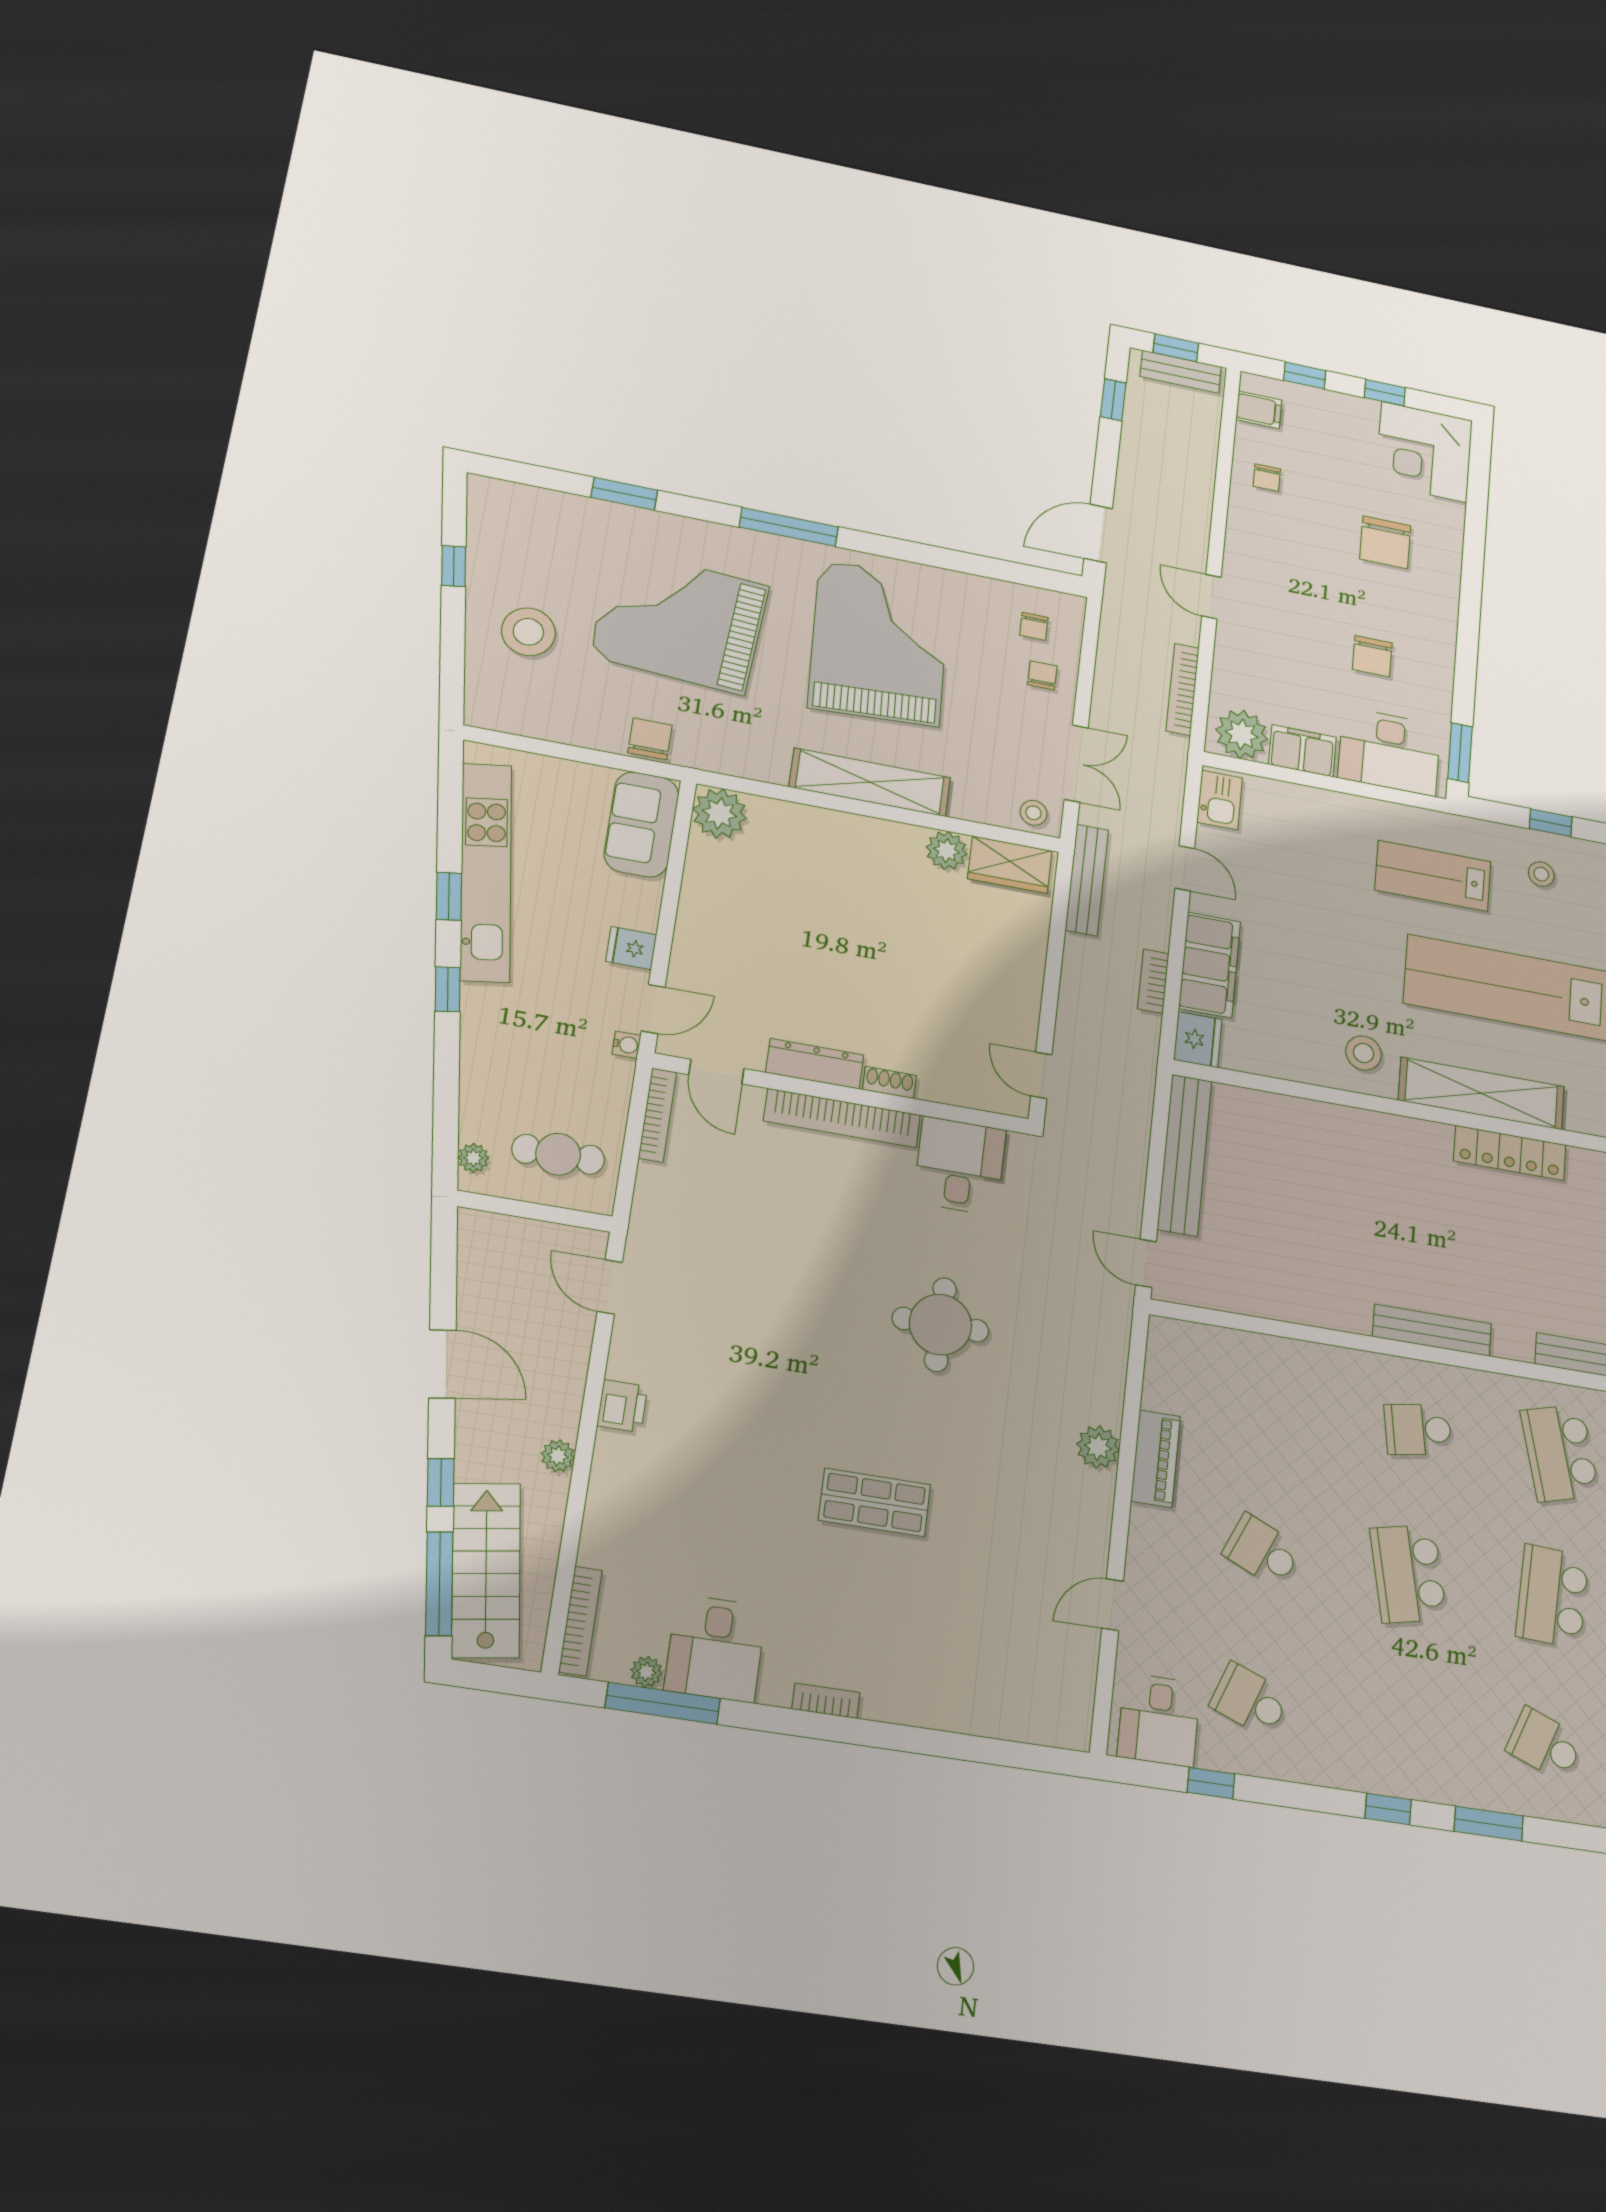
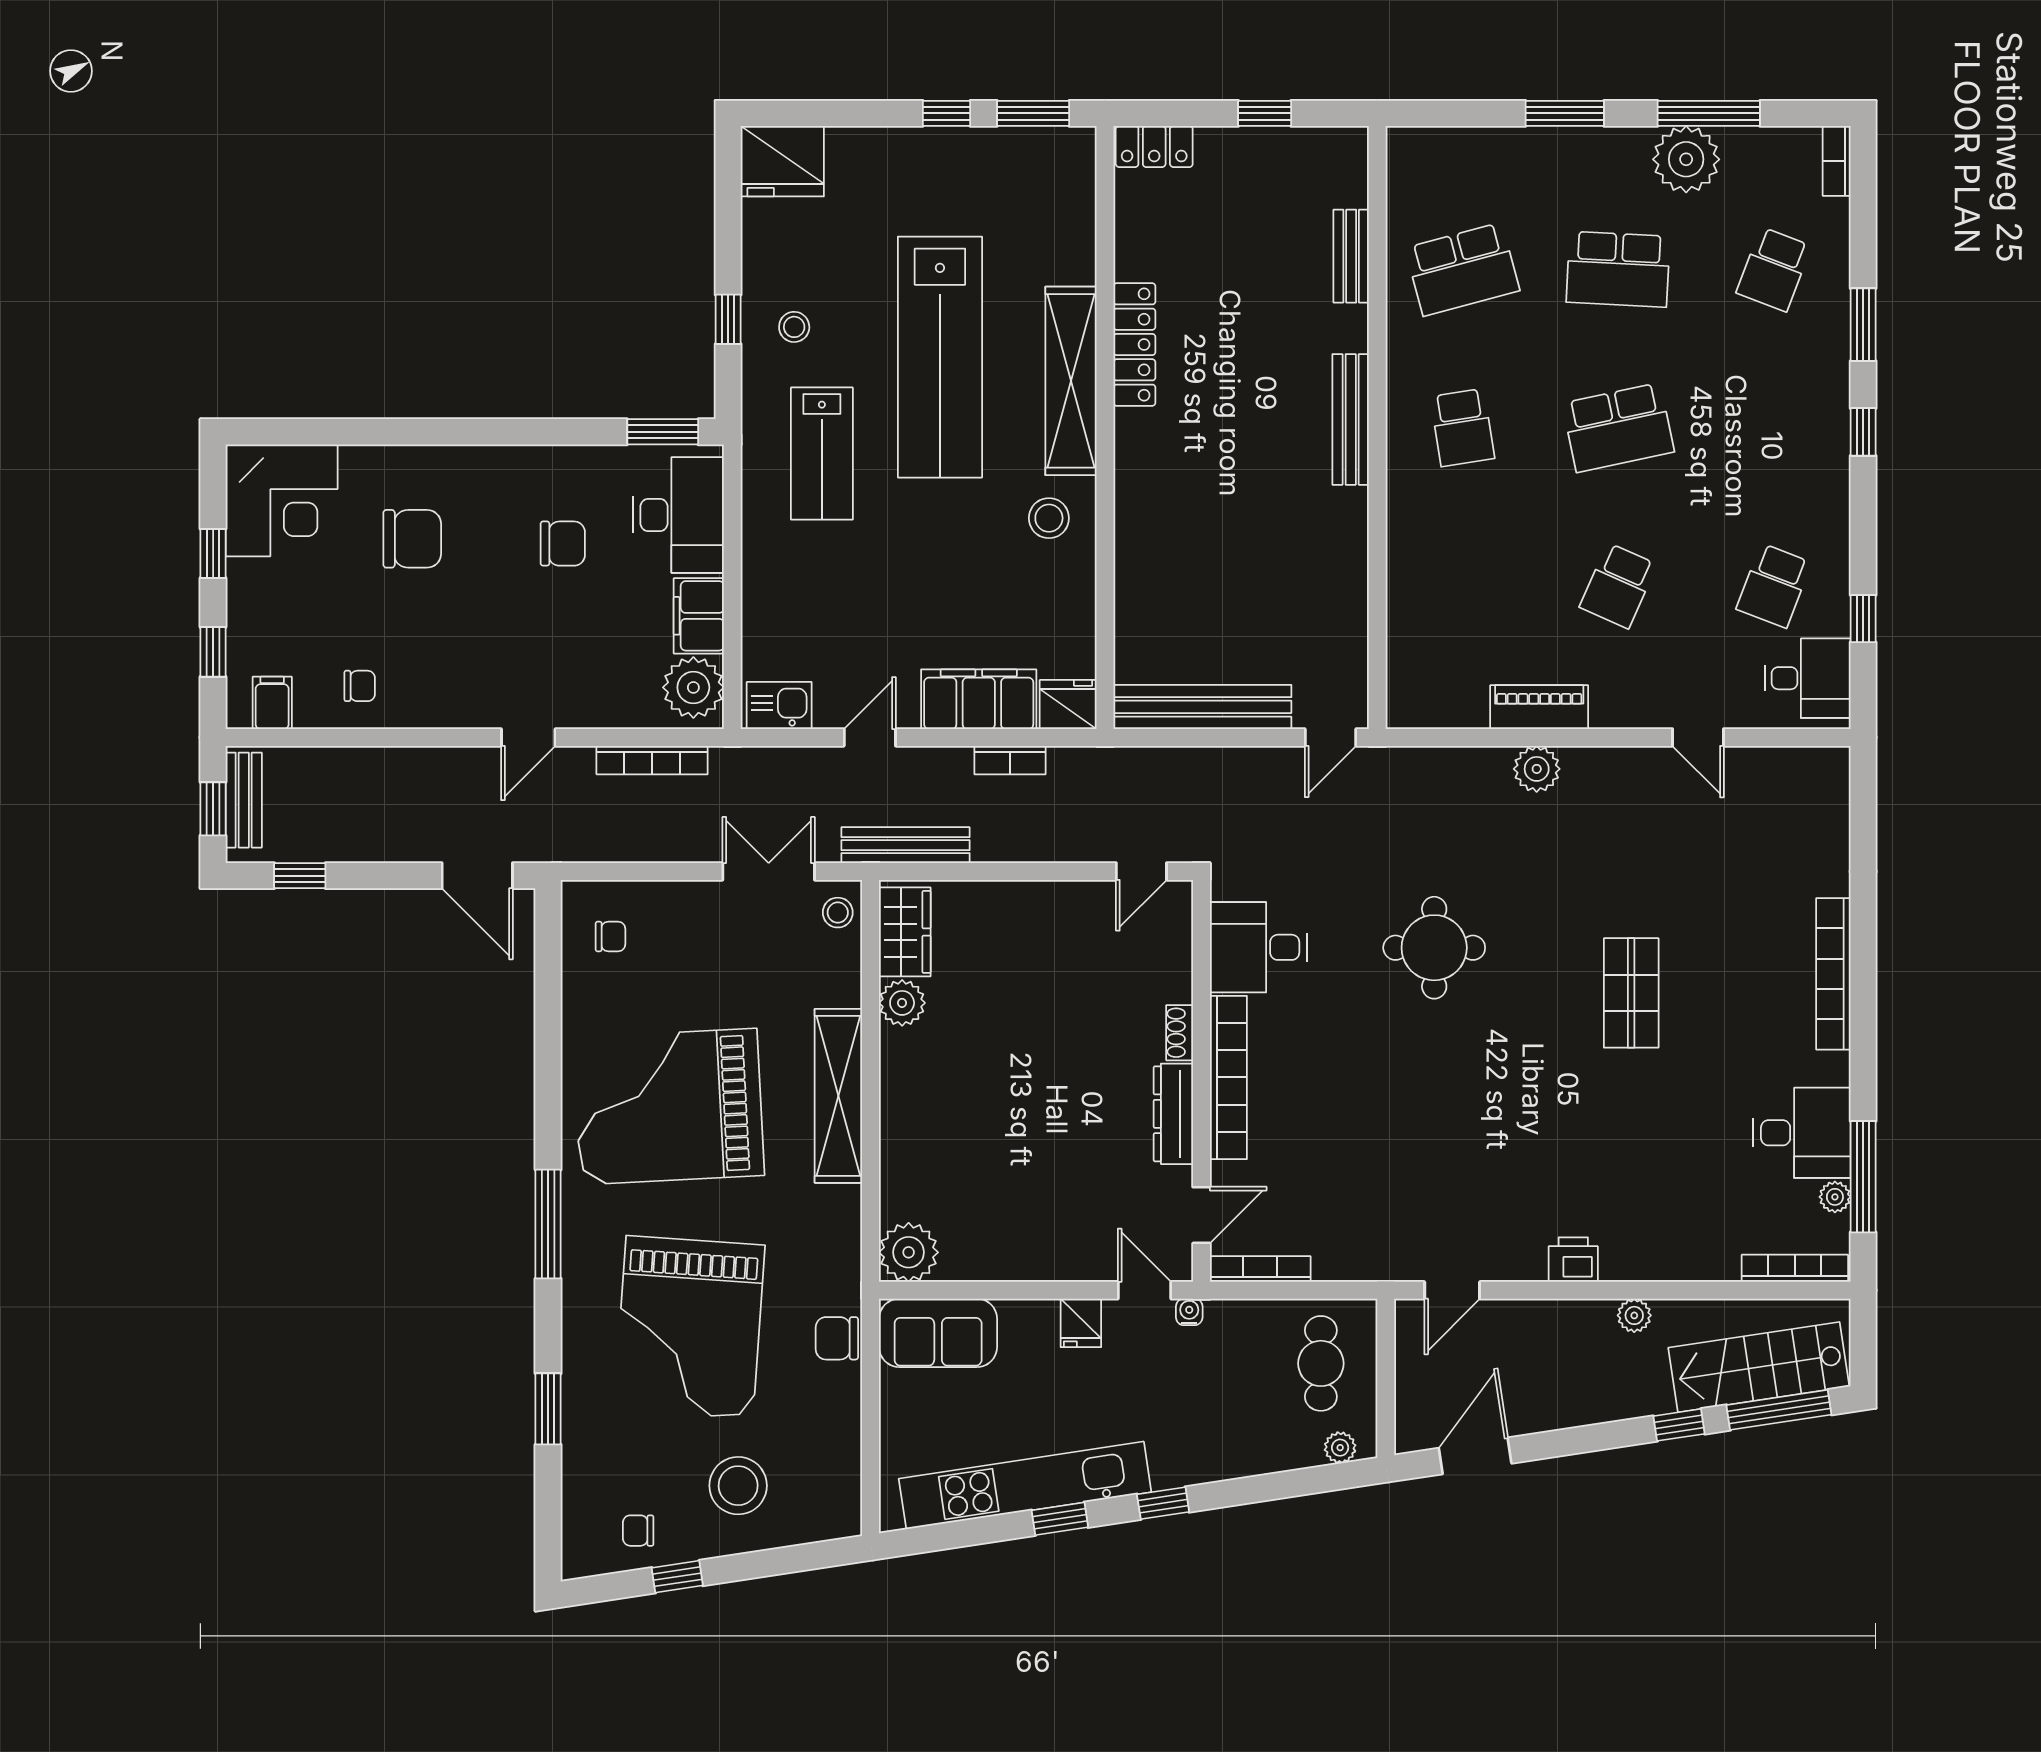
chair: (1042, 675) -> (638, 1531), moved
door: (442, 1364) -> (1475, 1456), moved
bookcase: (826, 1701) -> (1833, 974), width x2.31, depth x1.31

